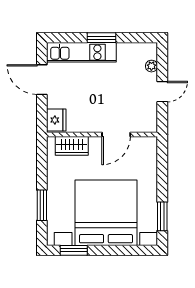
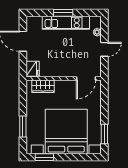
kitchen unit: (81, 52) -> (66, 23), moved
door: (116, 134) -> (86, 79), moved

